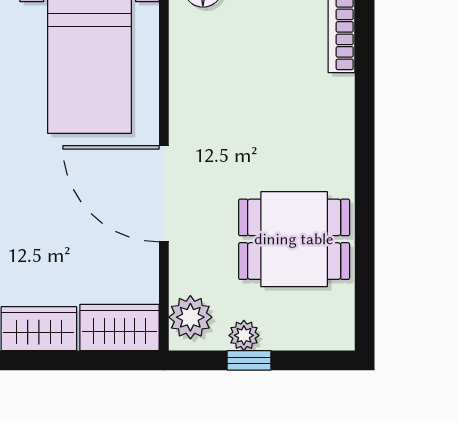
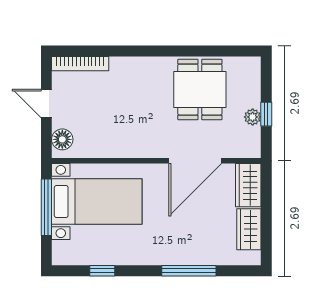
door: (164, 194) -> (195, 161), moved
plant: (190, 317) -> (243, 146), removed

